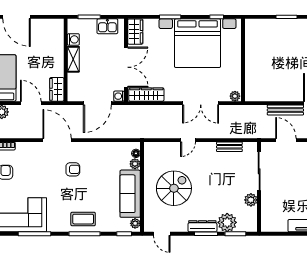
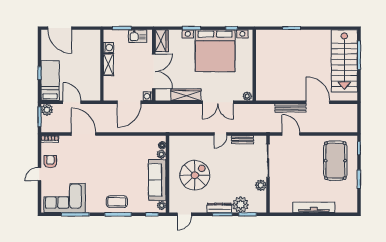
wardrobe: (57, 89) -> (94, 90), removed
wardrobe: (146, 95) -> (186, 95), moved
door: (57, 140) -> (84, 134), moved
door: (188, 140) -> (220, 134), moved
armchair: (73, 169) -> (108, 159), removed
door: (162, 234) -> (184, 214), hinge flipped

